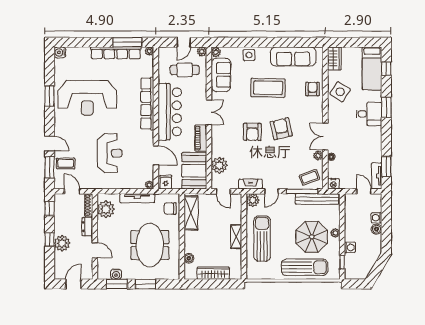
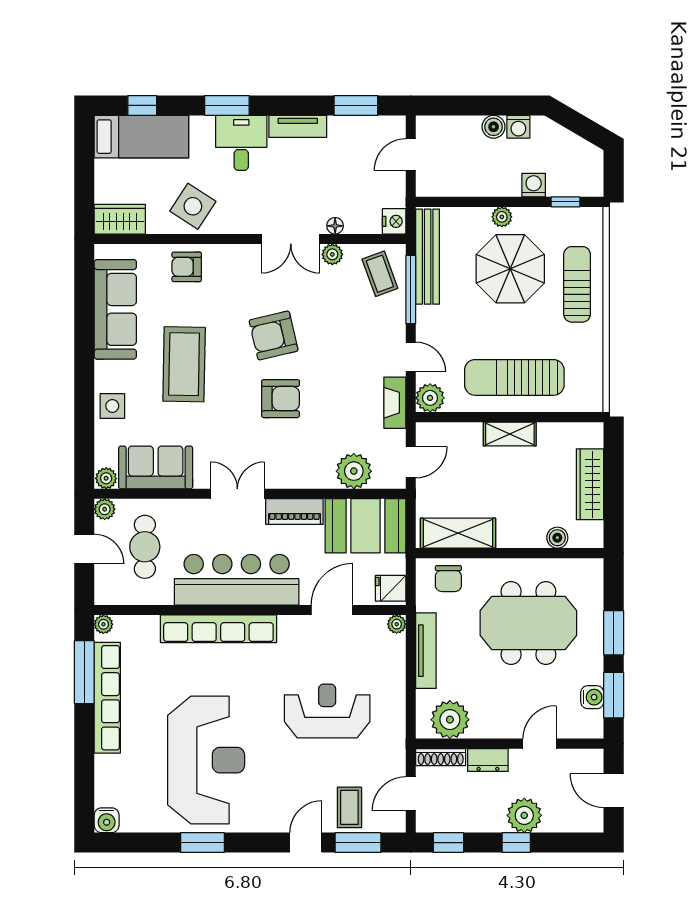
tv unit: (377, 176) -> (298, 126), moved
washing machine: (377, 218) -> (518, 127), moved
sun lounger: (305, 267) -> (577, 284), width x0.73, depth x0.75

